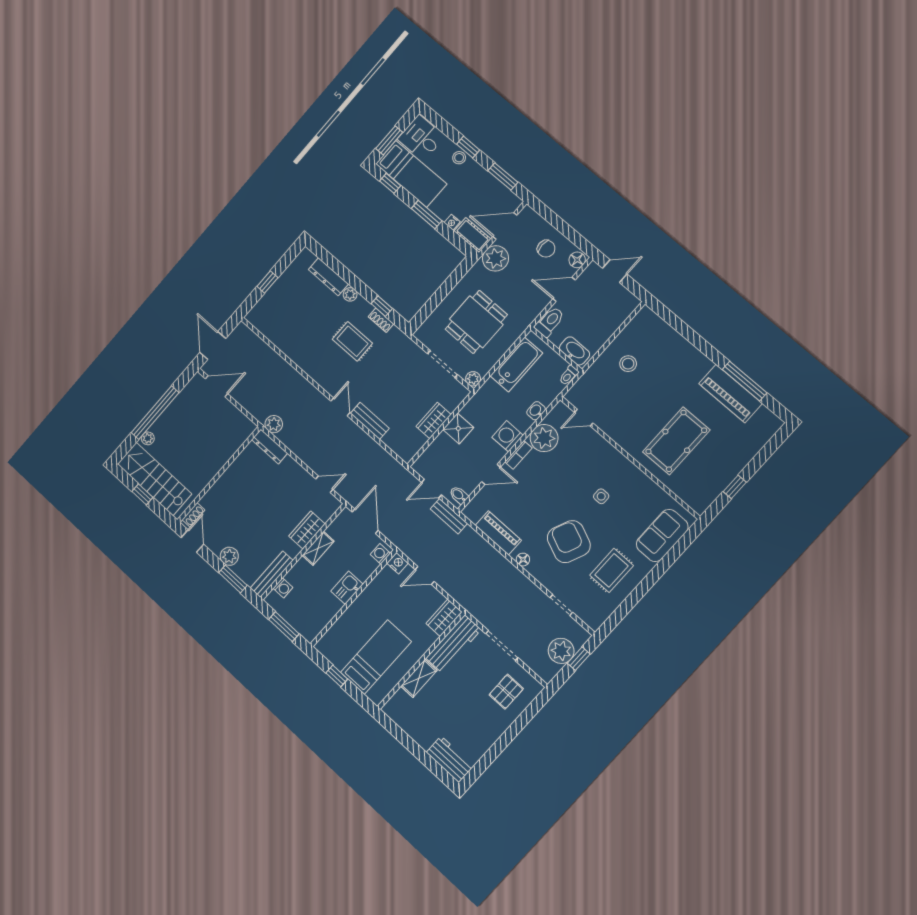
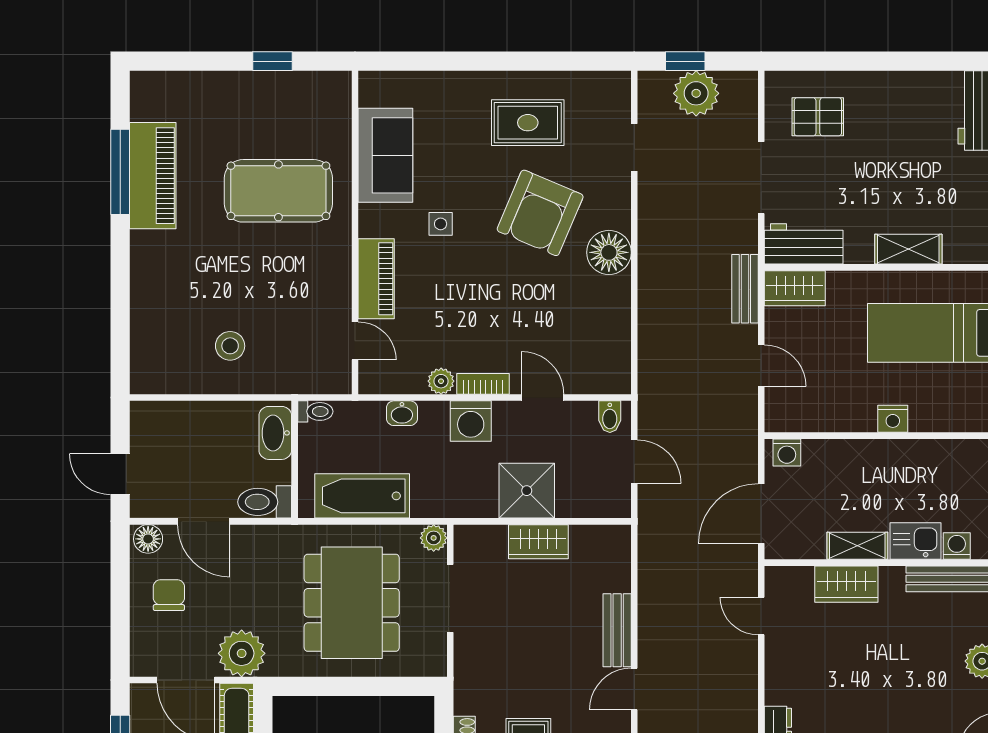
dining table: (476, 322) -> (352, 603), width x1.38
shower: (458, 428) -> (527, 491), width x1.36, depth x1.36
plant: (544, 438) -> (441, 381), width x0.53, depth x0.53
bench: (449, 516) -> (745, 289), moved
piano: (498, 533) -> (376, 279), moved, turned 180
sofa: (662, 535) -> (385, 155), moved, turned -90
floor lamp: (523, 560) -> (609, 252), width x1.89, depth x1.89
nightstand: (398, 563) -> (893, 419), moved, turned -90
kitchen sink: (347, 588) -> (915, 541), moved, turned 180
workbench: (454, 644) -> (804, 244), width x0.73

